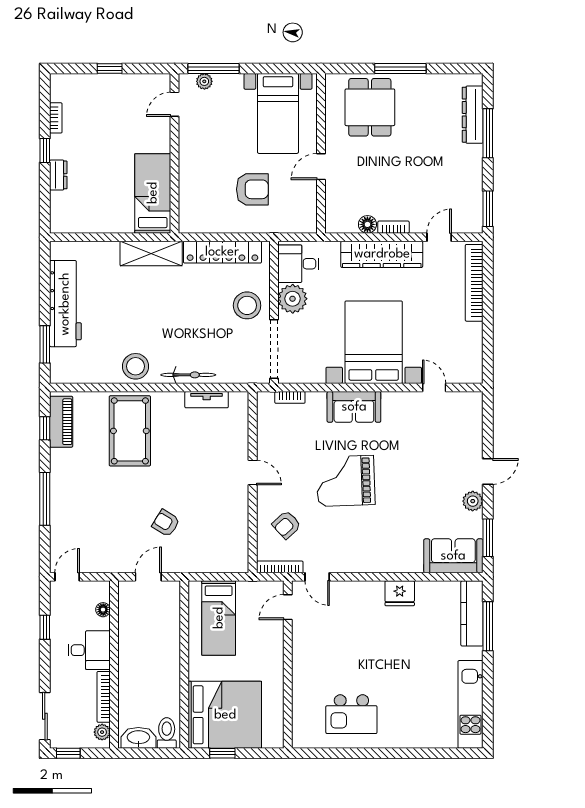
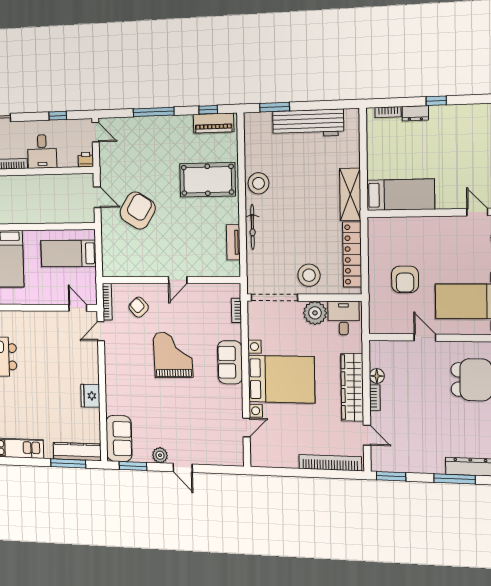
bookcase: (56, 118) -> (388, 112), moved
armchair: (166, 523) -> (138, 211), width x1.88, depth x1.88
printer: (101, 591) -> (86, 160), added
floor lamp: (103, 610) -> (72, 162), removed

